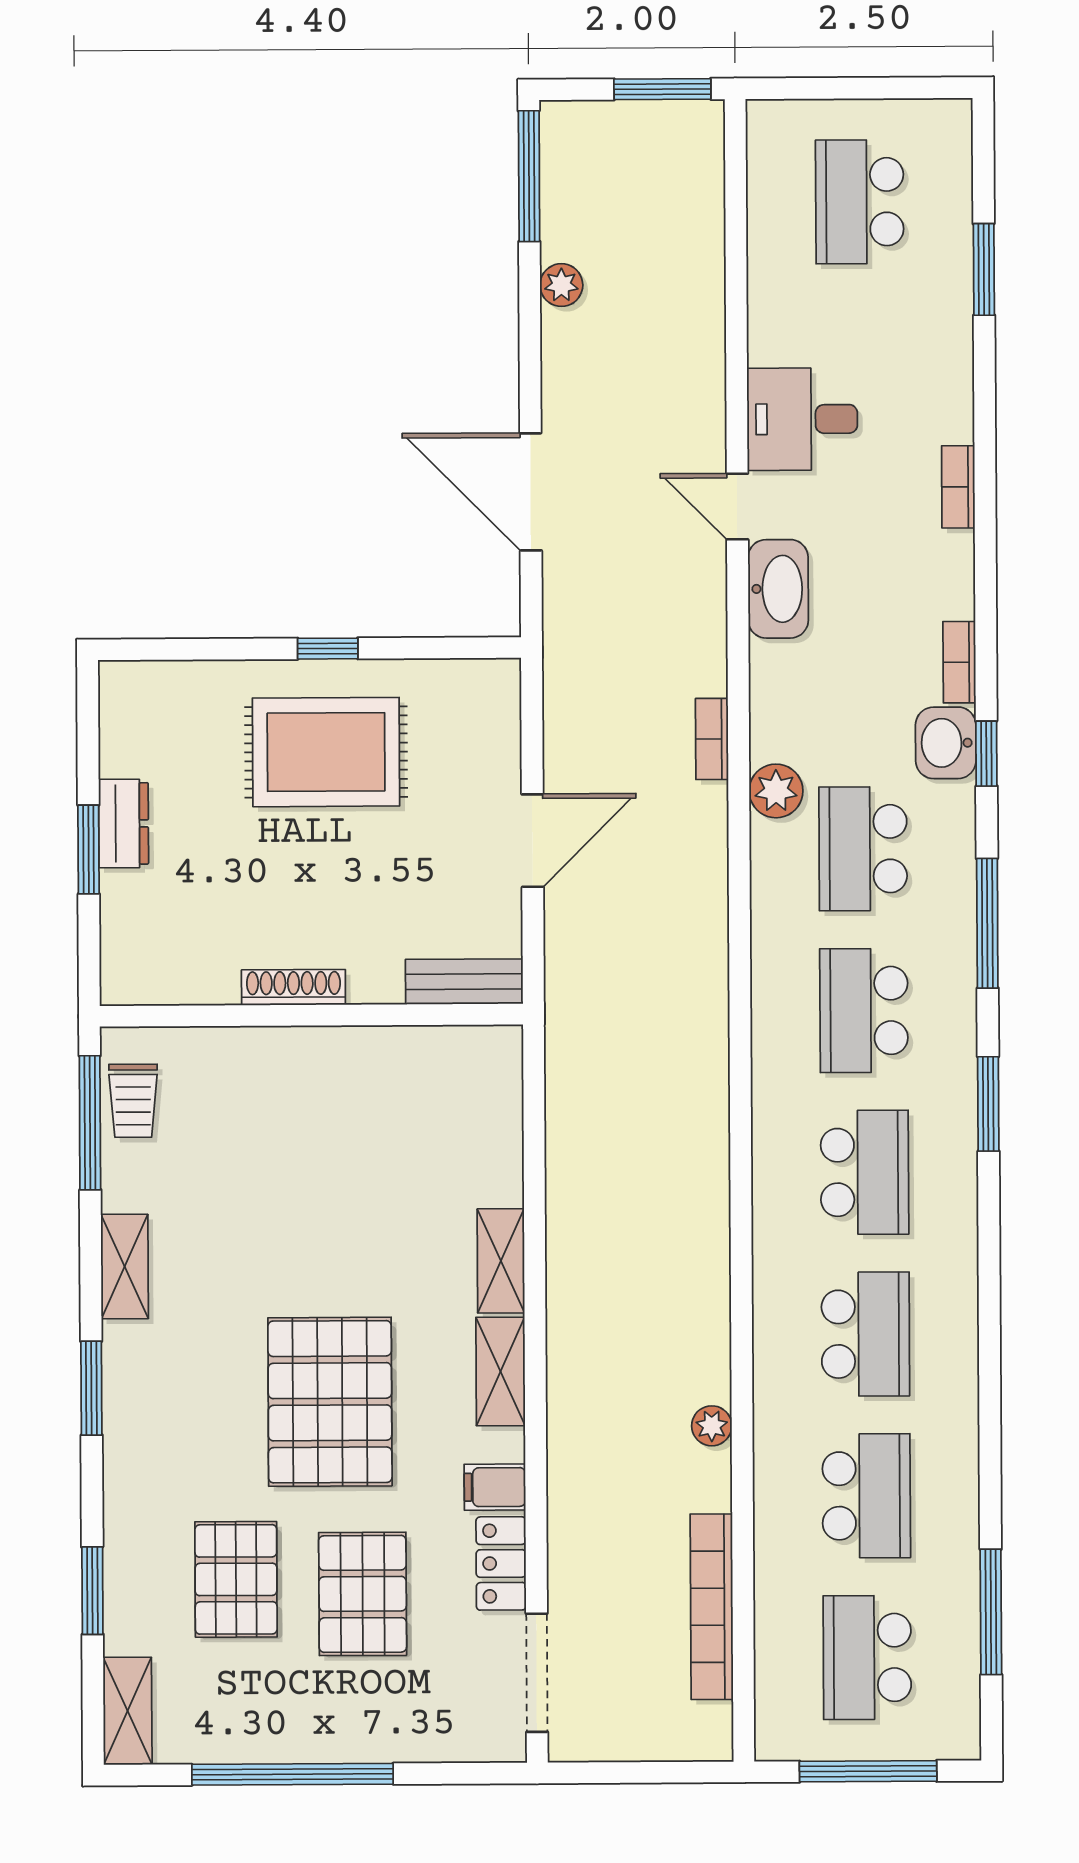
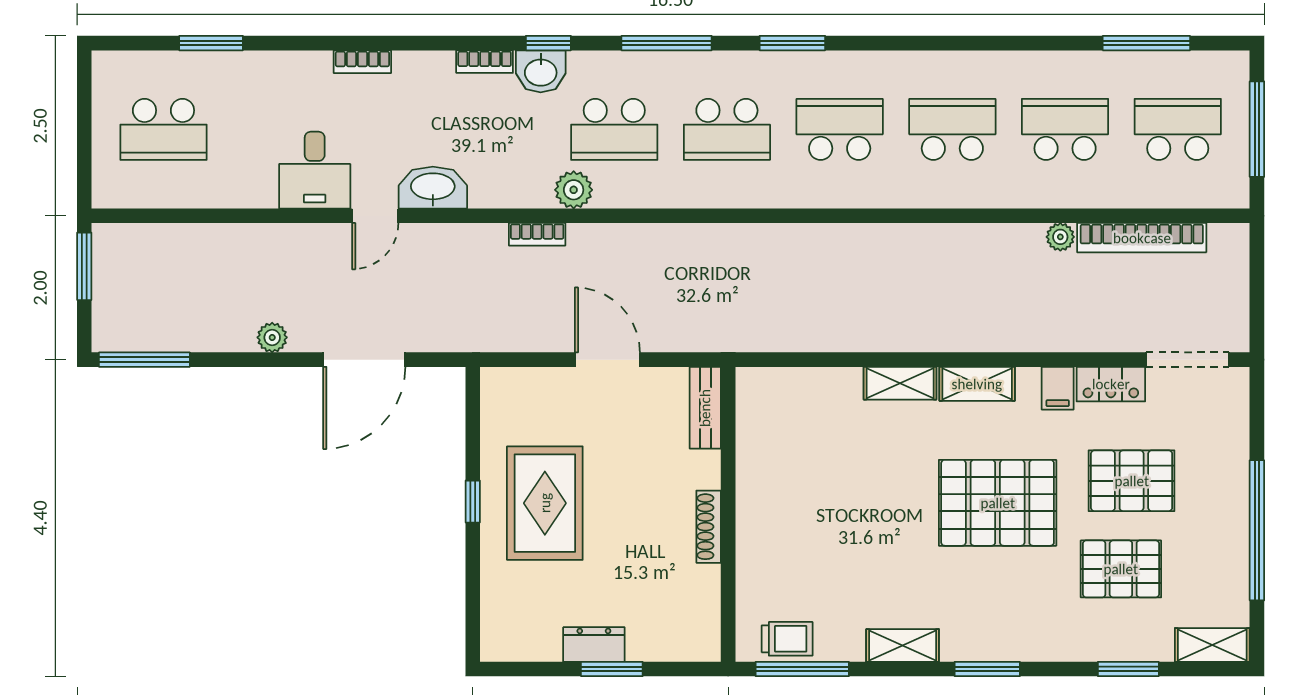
plant: (561, 285) -> (272, 337), moved
plant: (712, 1426) -> (1060, 237), moved
school desk: (867, 1658) -> (1178, 129), turned 180

